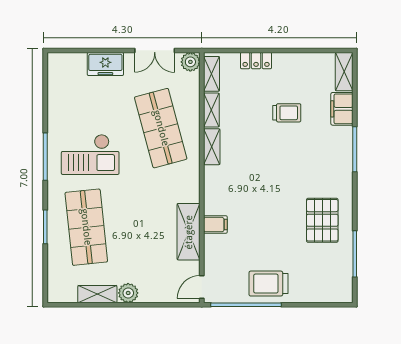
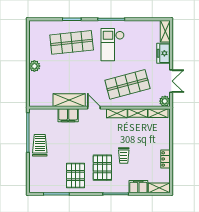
double door: (155, 50) -> (171, 81), swing flipped
locker: (256, 61) -> (166, 159), moved
trolley: (287, 113) -> (124, 156), moved
pallet: (308, 173) -> (102, 168), added
pallet: (322, 220) -> (75, 176), turned 90
filing cabinet: (215, 225) -> (68, 115), width x2.00
door: (202, 287) -> (94, 108), moved
shelving: (97, 294) -> (165, 31), moved

